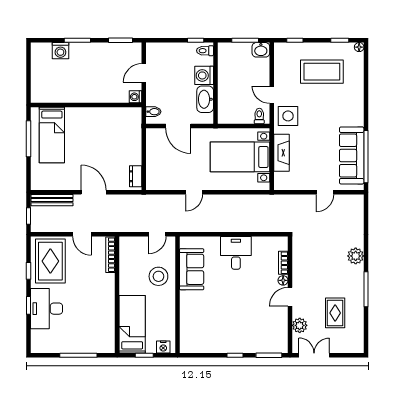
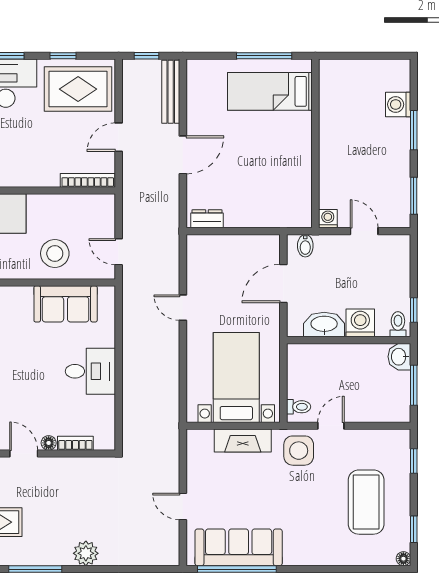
washbasin: (261, 50) -> (399, 357), moved

